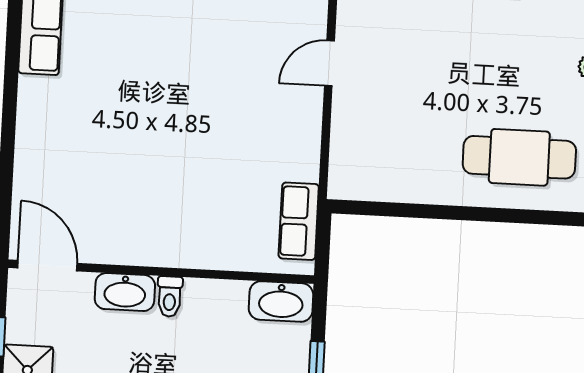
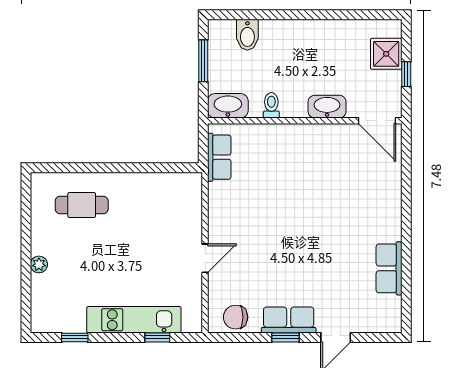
cafe table: (519, 157) -> (82, 205), width x0.73, depth x0.74
toilet: (170, 296) -> (271, 105), moved

